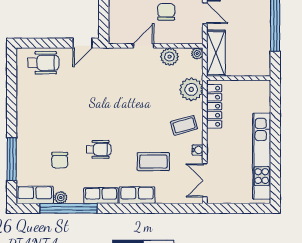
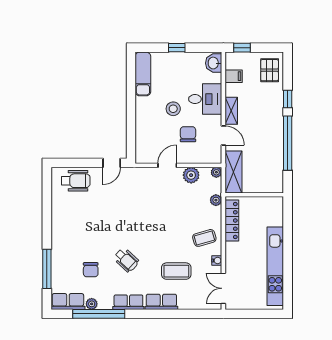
plant: (191, 89) -> (216, 200), width x0.53, depth x0.53
wheelchair: (99, 149) -> (126, 260), turned 43

